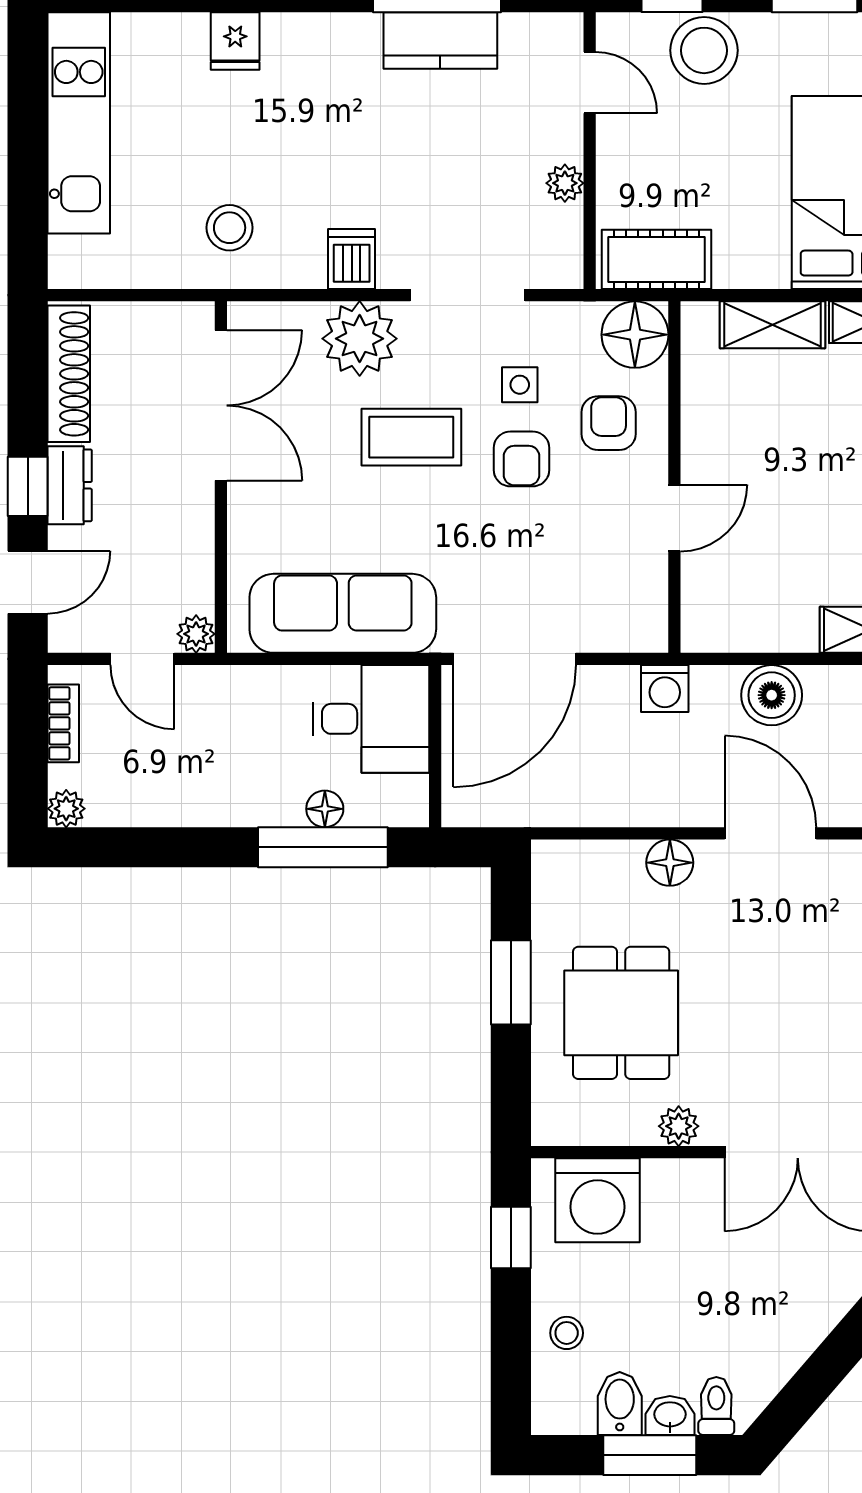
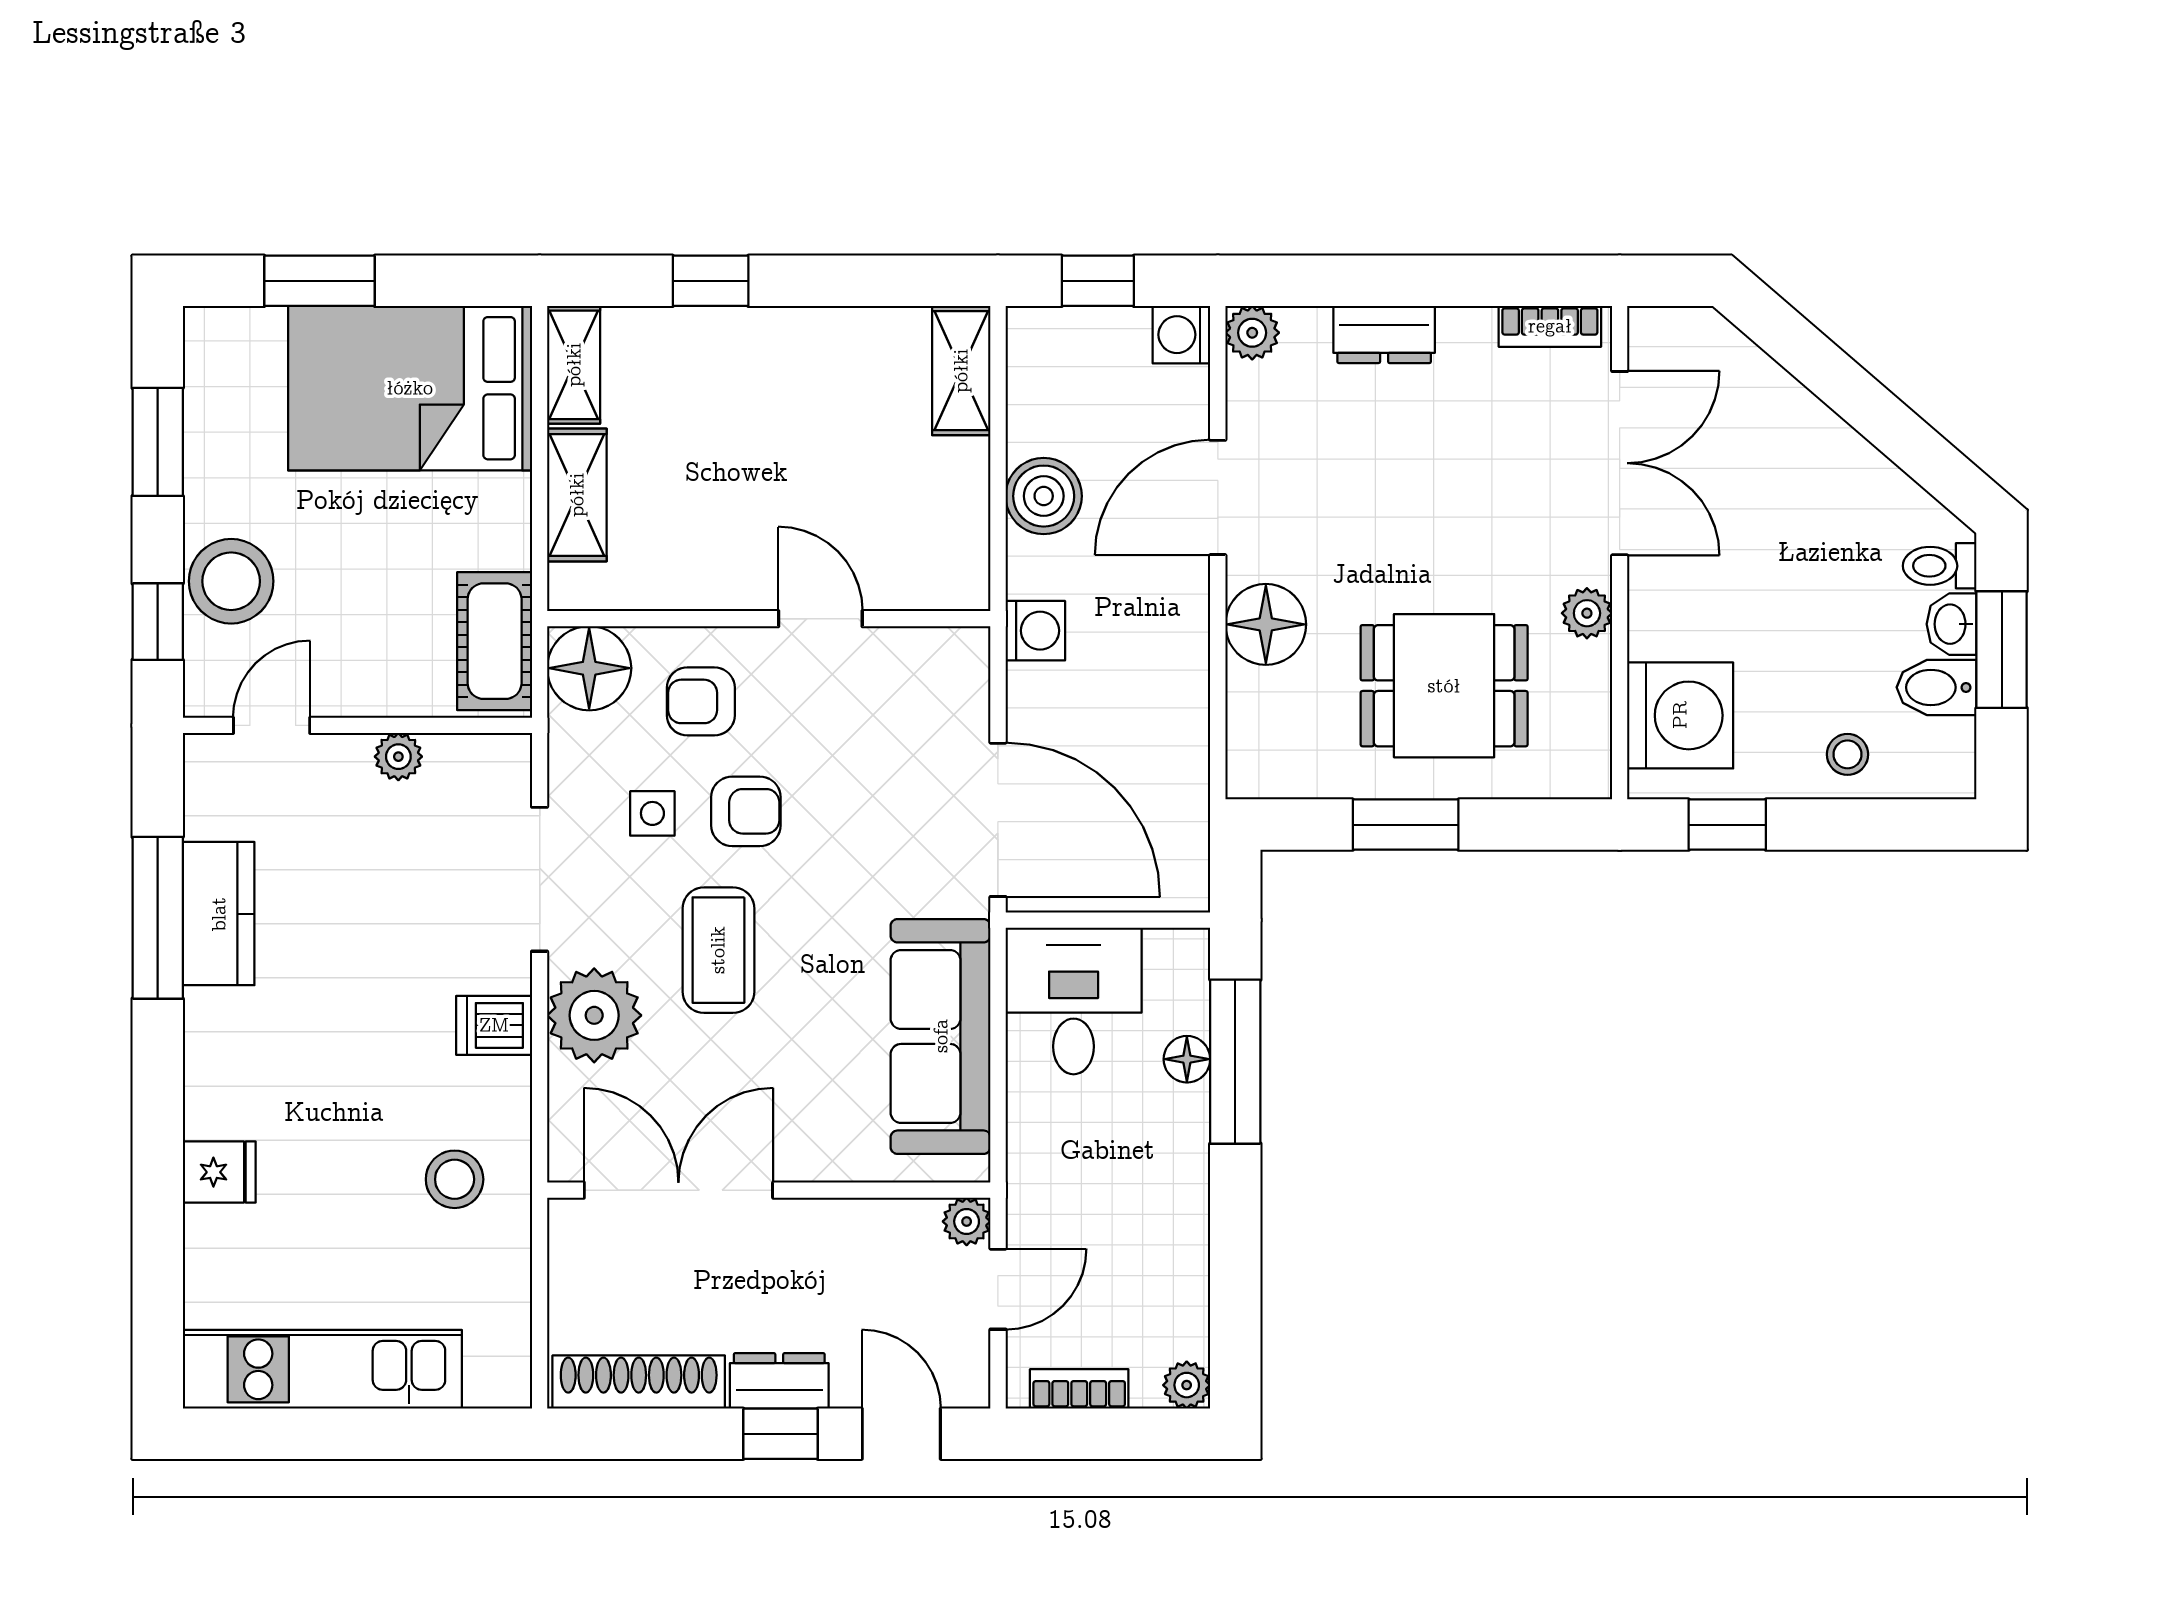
floor lamp: (670, 863) -> (1266, 624), width x1.38, depth x1.38

